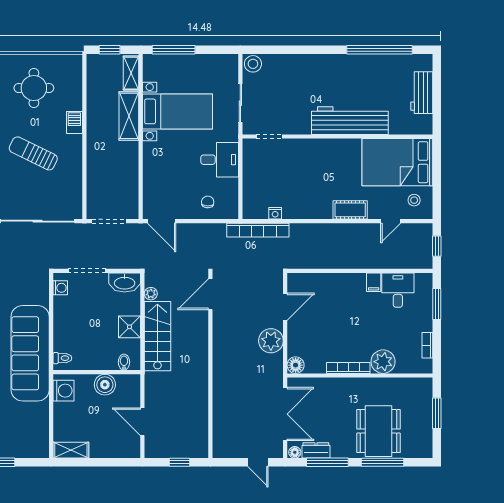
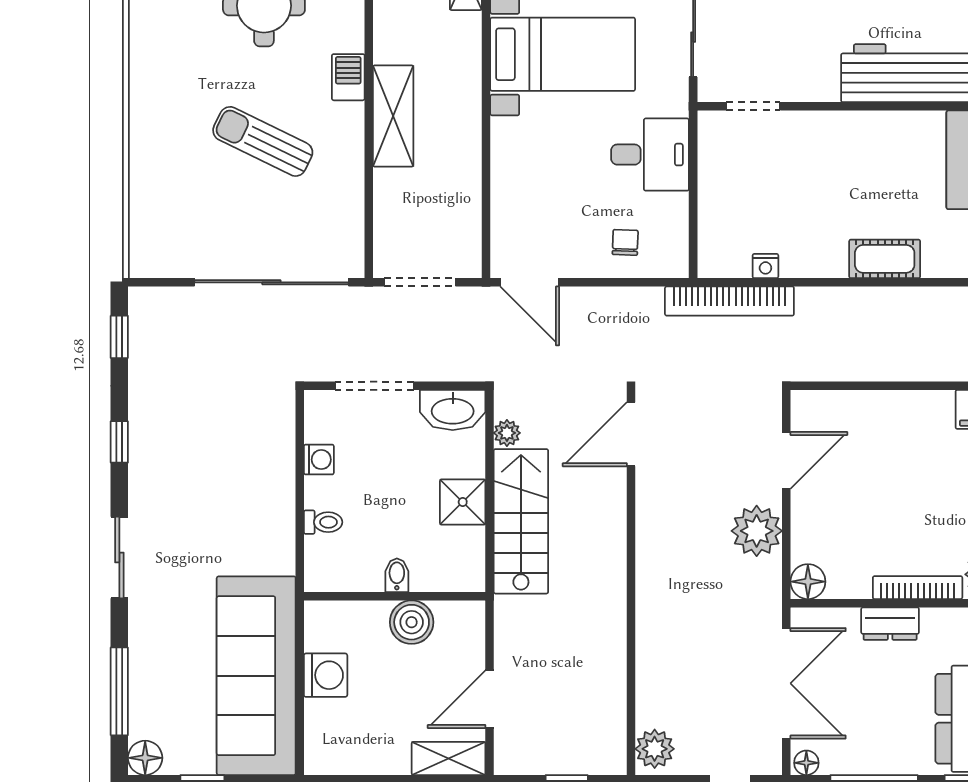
shelving: (129, 116) -> (393, 116), moved
cot: (350, 210) -> (885, 259), moved
washing machine: (60, 288) -> (319, 460), moved
sofa: (30, 353) -> (256, 676), moved
toilet: (62, 358) -> (323, 522), moved
bidet: (124, 362) -> (397, 575), moved
washing machine: (64, 391) -> (326, 675), moved
door: (142, 422) -> (490, 699), hinge flipped
plant: (222, 446) -> (655, 749), added
shelving: (71, 450) -> (449, 758), moved
dresser: (316, 450) -> (890, 624), moved, turned 180

